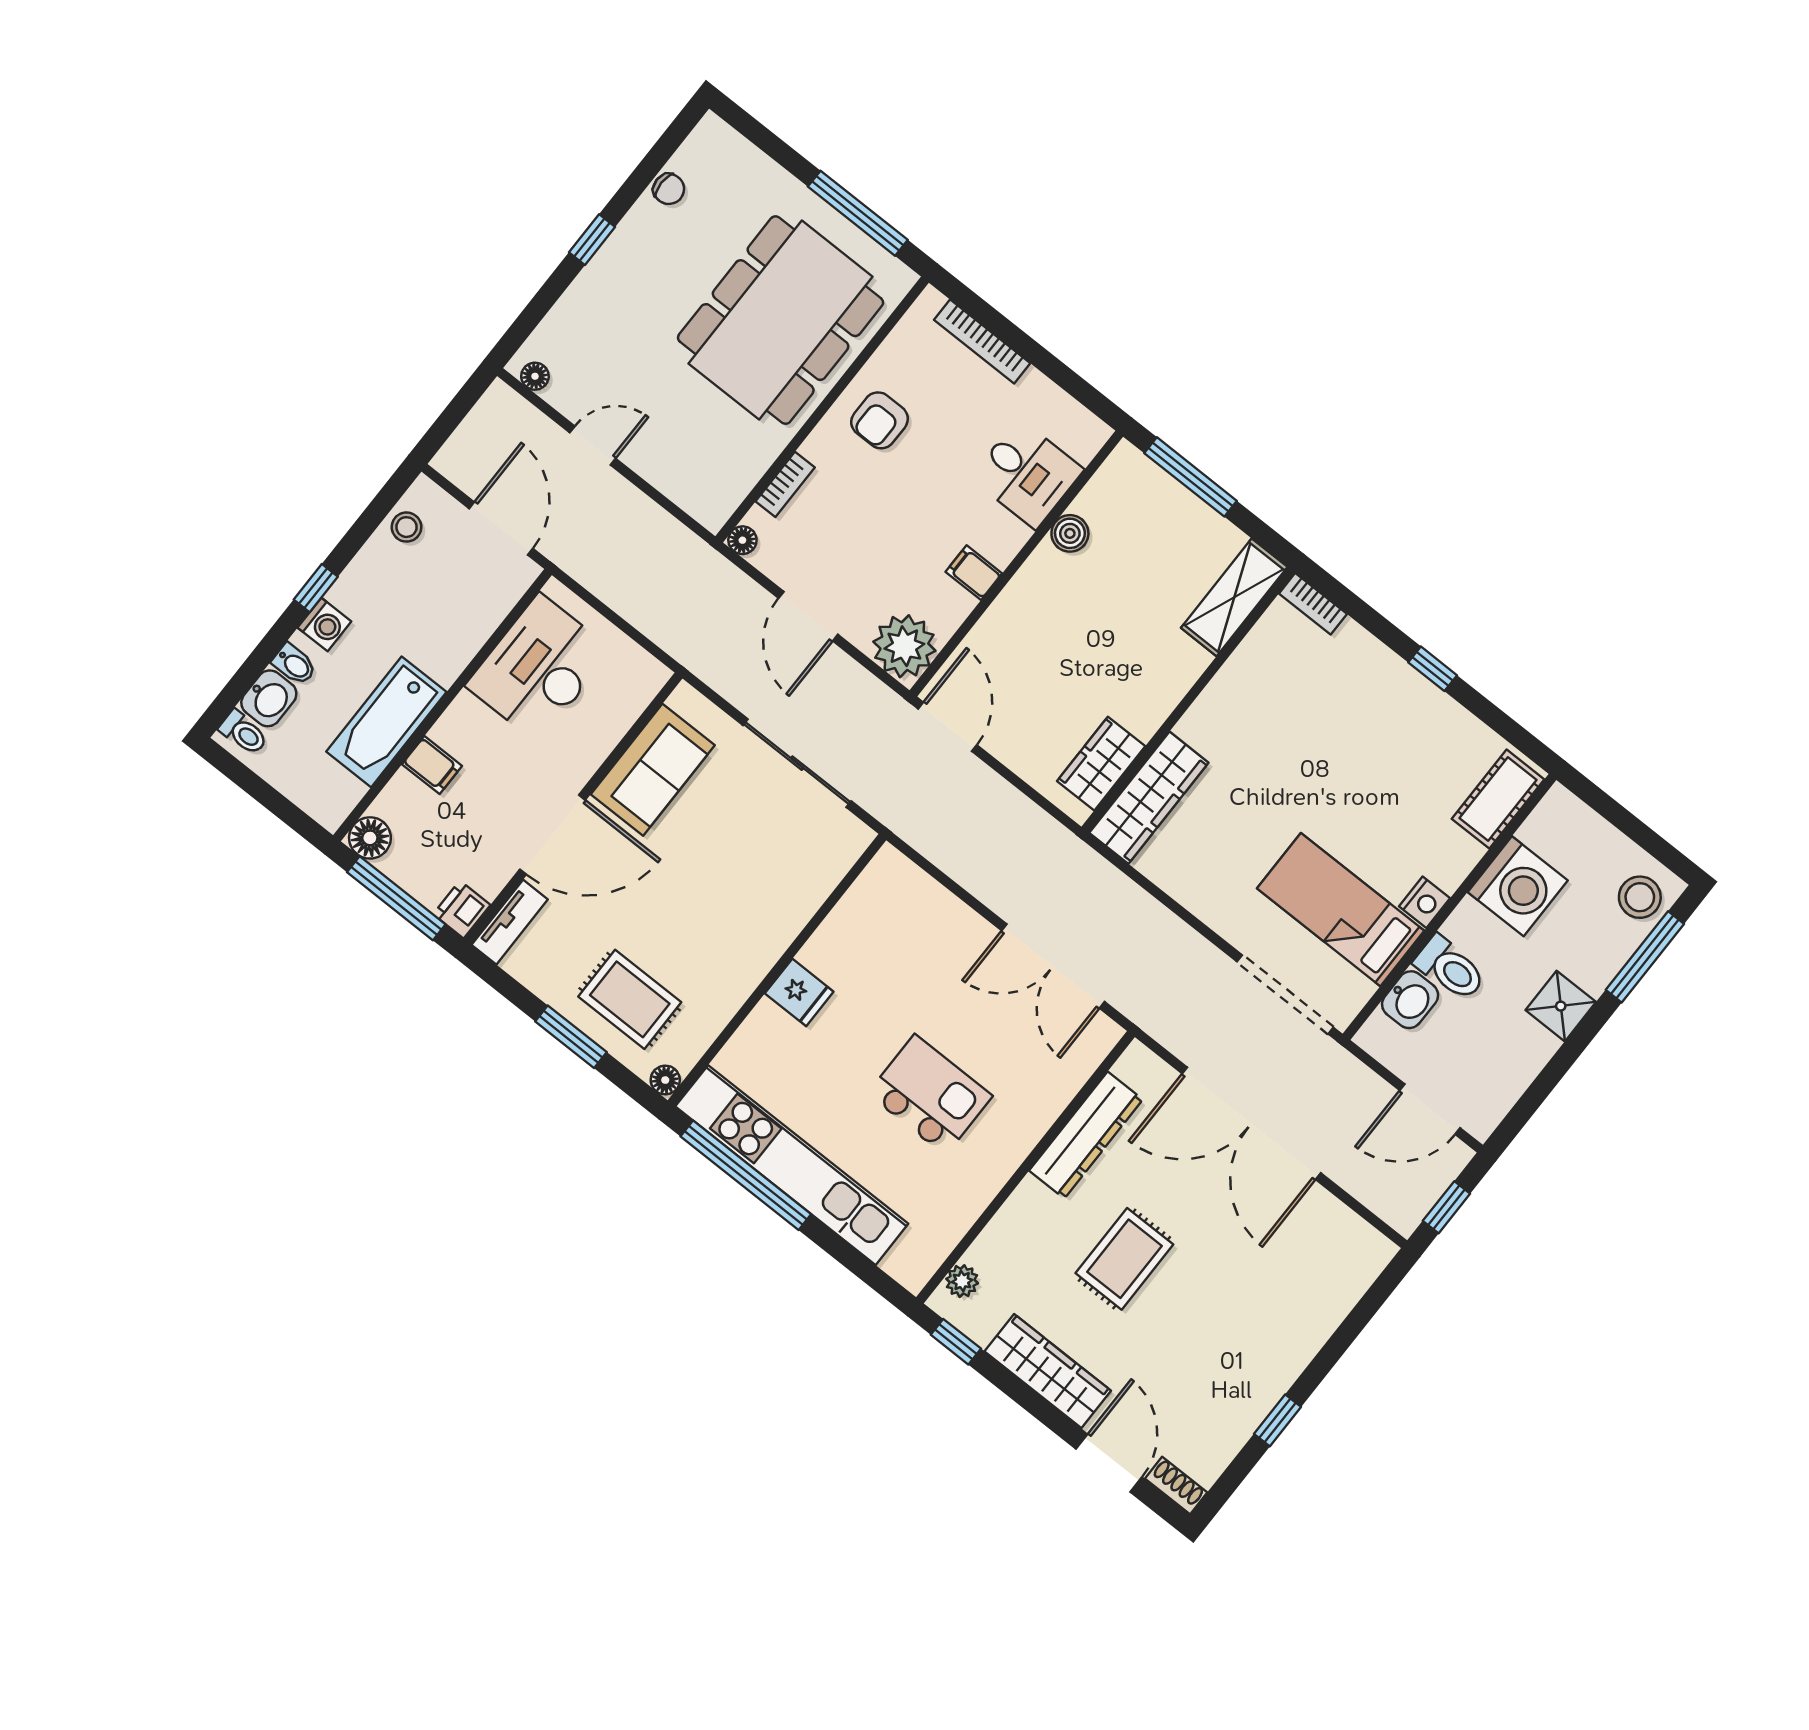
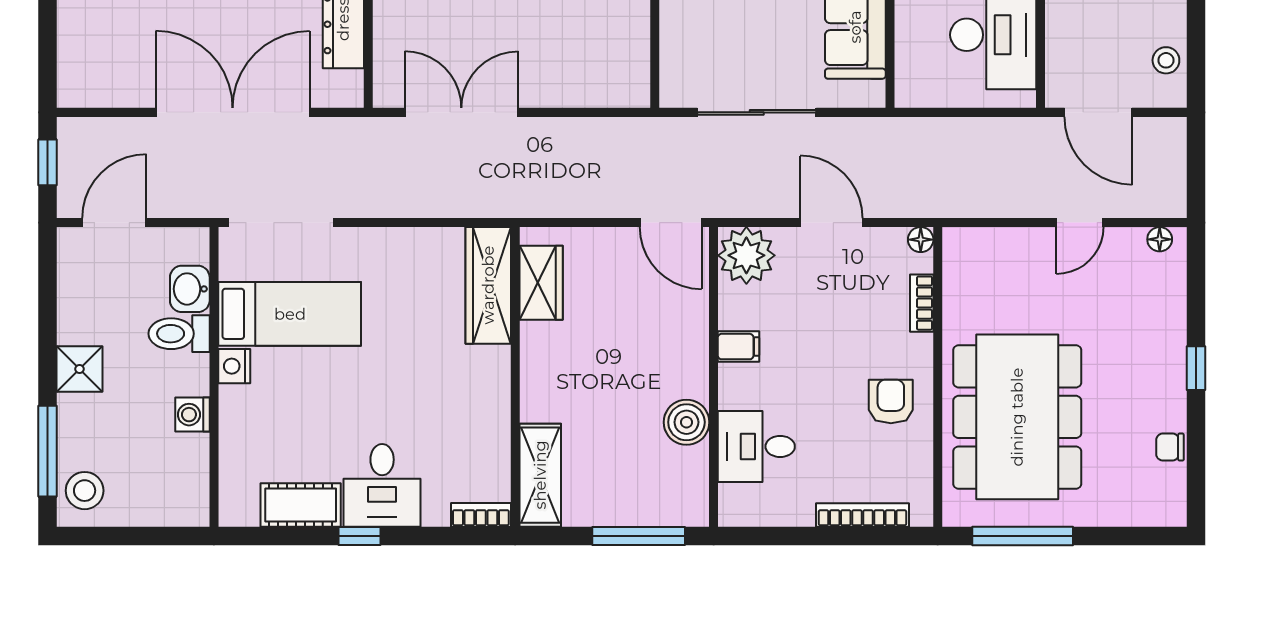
boiler: (1070, 533) -> (686, 422), width x1.36, depth x1.36
desk: (1378, 697) -> (382, 485), added
cot: (1498, 799) -> (301, 505), moved, turned 90
washing machine: (1518, 886) -> (192, 415), width x0.53, depth x0.53

